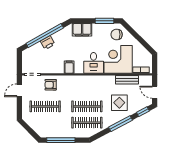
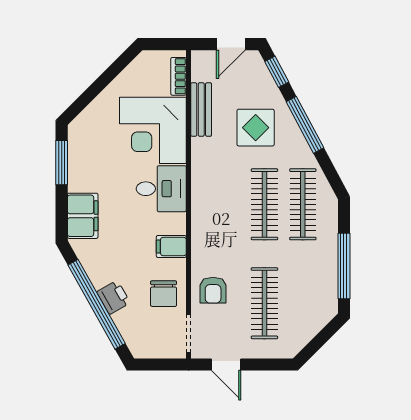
chair: (117, 34) -> (164, 294), moved

